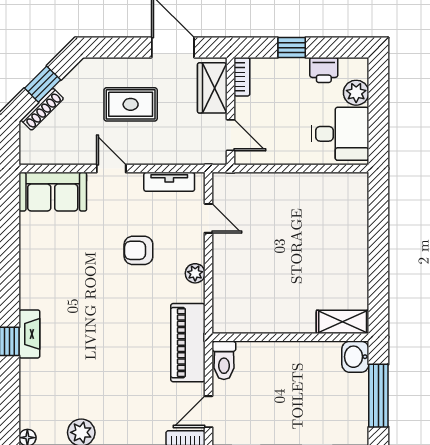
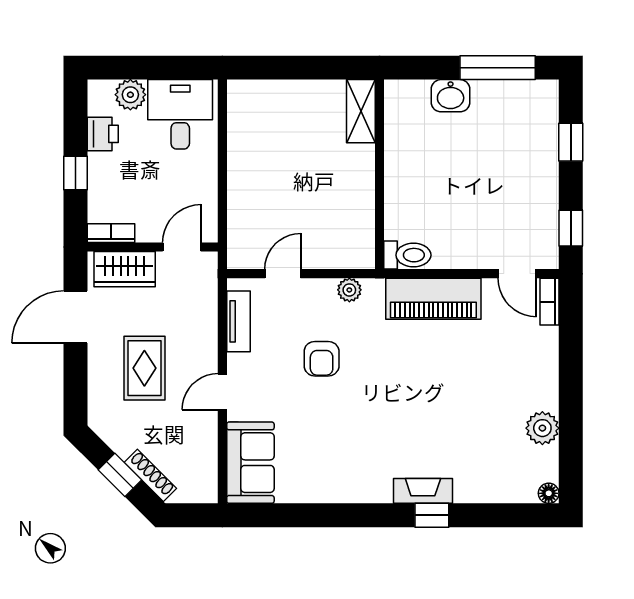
shelving: (343, 322) -> (361, 111), moved
wall: (290, 337) -> (379, 174), moved
toilet: (224, 360) -> (407, 255), moved

